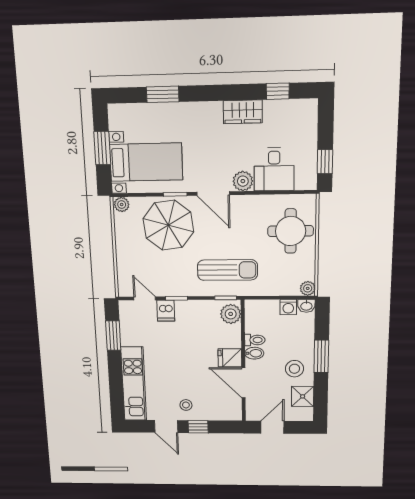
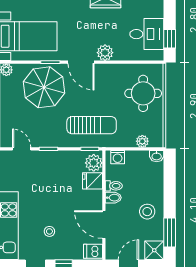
desk: (274, 169) -> (147, 34), moved, turned -90
plant: (308, 288) -> (142, 141), moved
washing machine: (288, 307) -> (118, 157), moved
dishwasher: (166, 311) -> (93, 251), moved, turned 90
window: (321, 356) -> (170, 232), moved
fridge: (230, 358) -> (92, 181), moved
shower: (303, 396) -> (154, 250), moved
stool: (186, 405) -> (49, 231), moved

